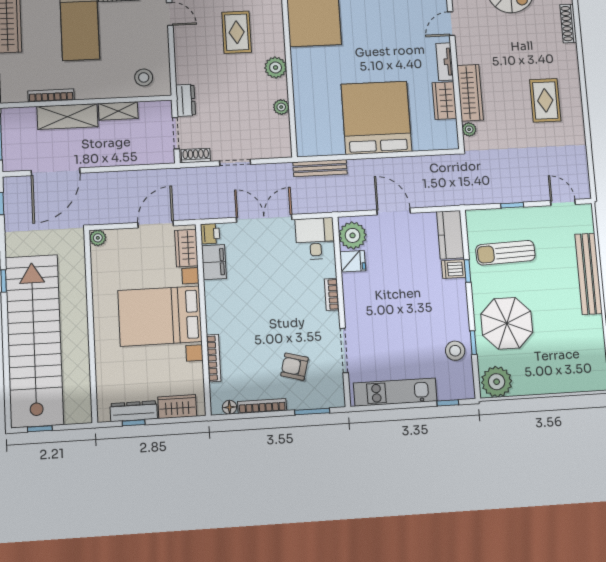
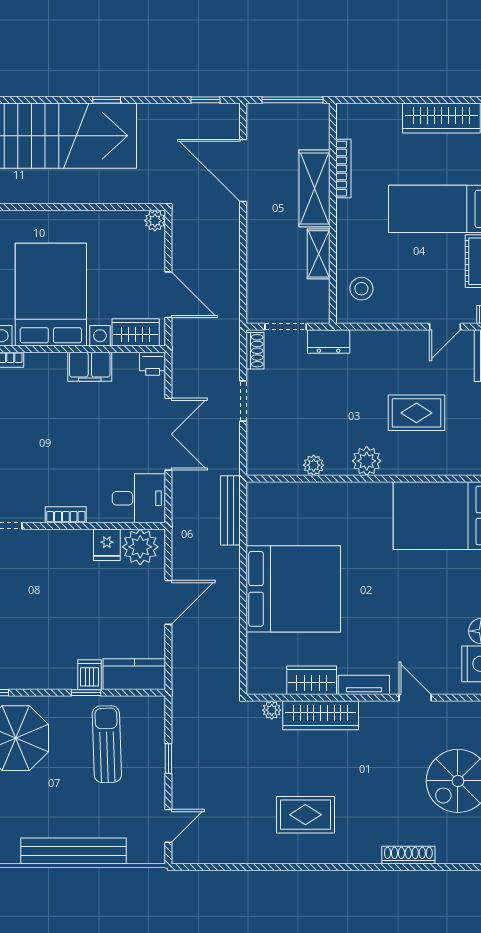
filing cabinet: (214, 262) -> (90, 367), moved

